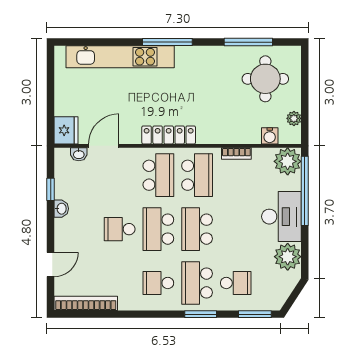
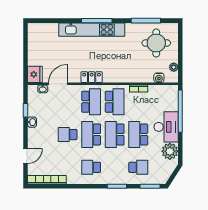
kitchen unit: (120, 57) -> (92, 30), moved
locker: (169, 135) -> (92, 77), width x0.66
plant: (288, 161) -> (170, 93), removed
school desk: (197, 283) -> (138, 135), moved

